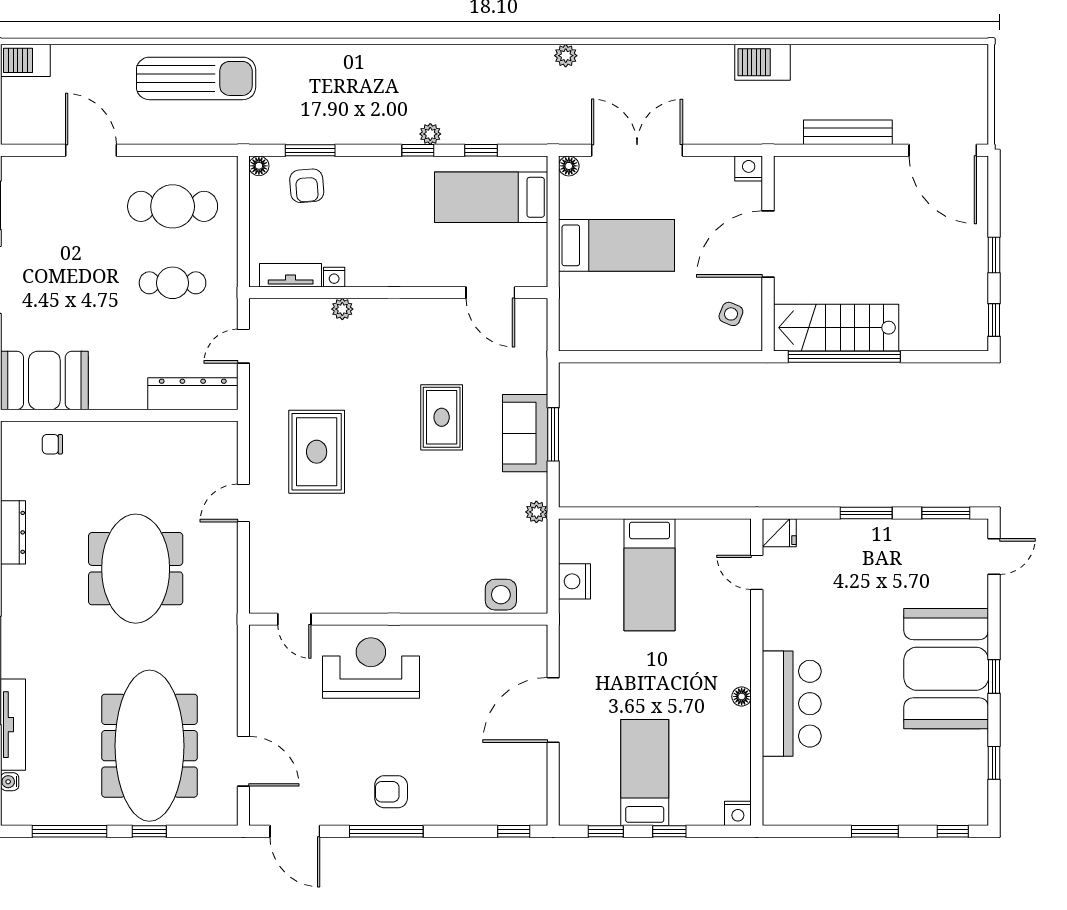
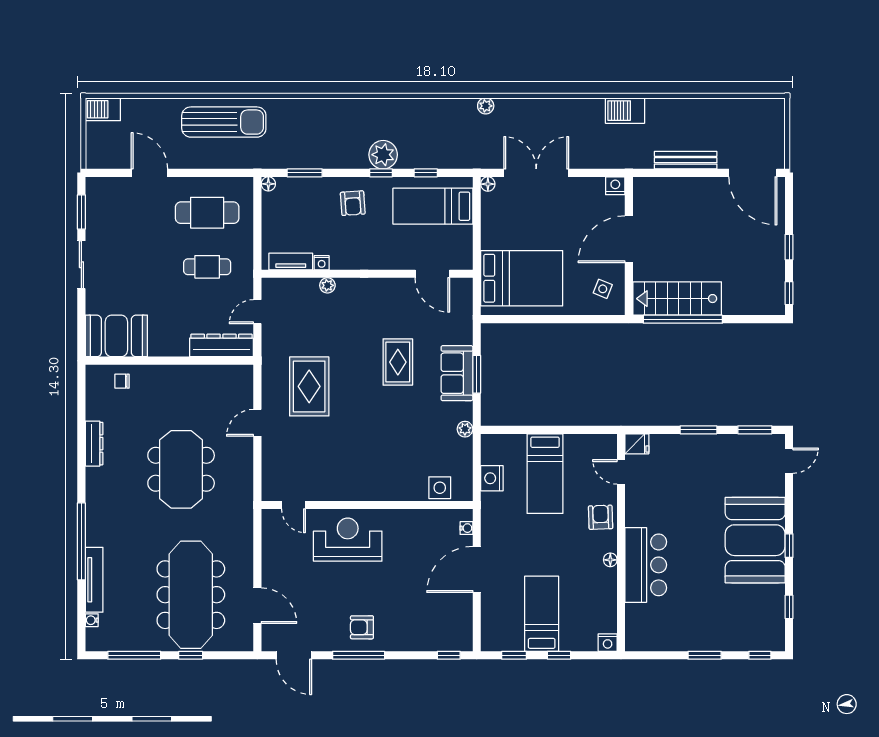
plant: (430, 134) -> (383, 155), width x1.87, depth x1.87
armchair: (307, 186) -> (353, 203), moved
bed: (617, 245) -> (522, 278), moved, width x1.50
armchair: (728, 636) -> (601, 517), added
water cooler: (539, 652) -> (466, 528), added

